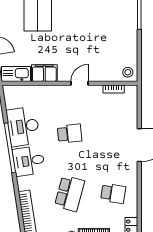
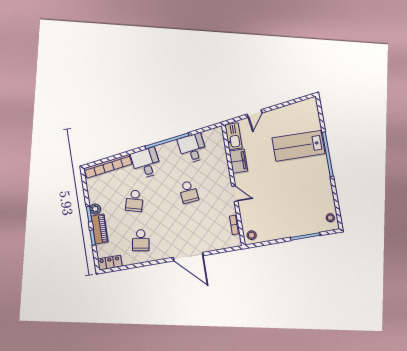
desk: (23, 126) -> (193, 148), width x0.73
desk: (29, 161) -> (146, 163), moved
school desk: (70, 193) -> (134, 201), width x0.54

